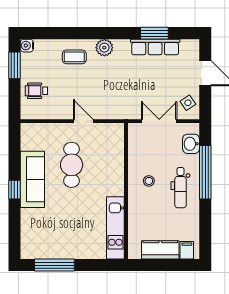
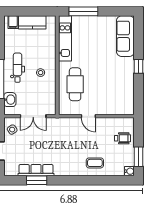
plant: (104, 48) -> (73, 170), removed
cafe table: (72, 165) -> (75, 84), moved
sofa: (32, 179) -> (125, 36), moved
window: (54, 265) -> (83, 11), moved

